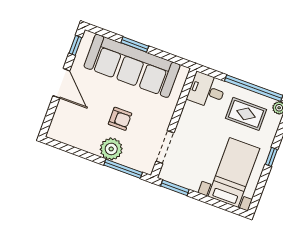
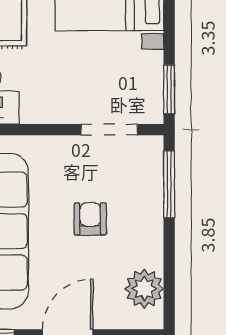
plant: (111, 149) -> (144, 289), moved

